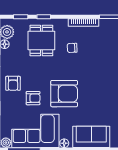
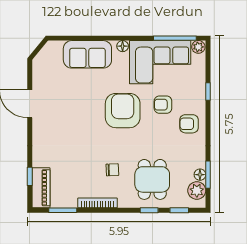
armchair: (13, 83) -> (189, 124), turned -90
armchair: (64, 94) -> (123, 111), turned 90

